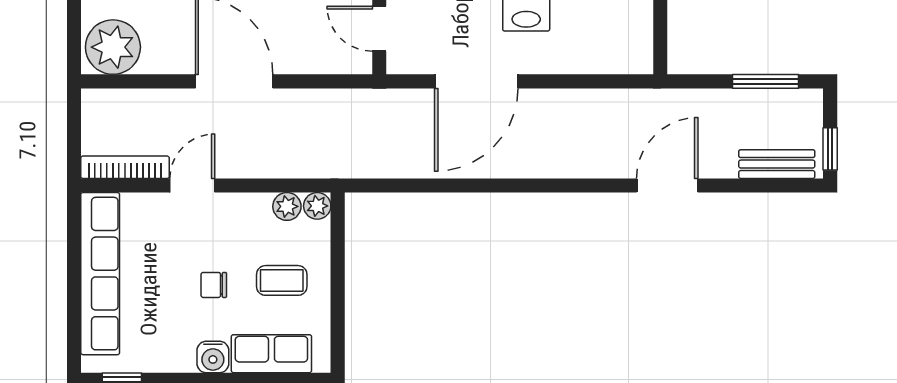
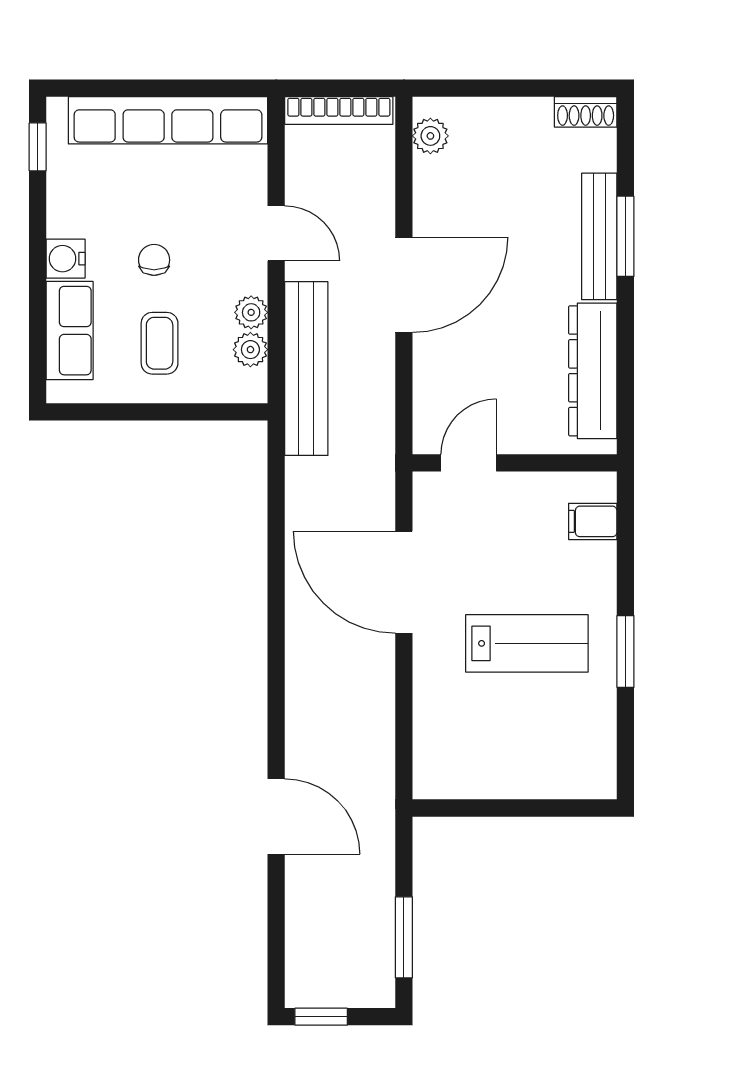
plant: (113, 47) -> (430, 136), width x0.53, depth x0.53
bench: (777, 164) -> (306, 369), moved, width x1.86, depth x1.21
bookcase: (125, 167) -> (339, 111), moved, turned 90
plant: (317, 206) -> (251, 312), moved

